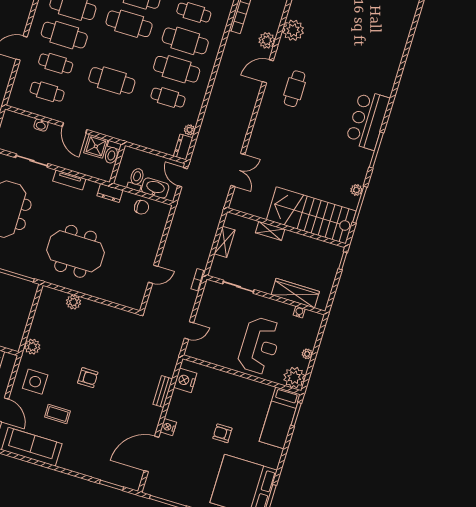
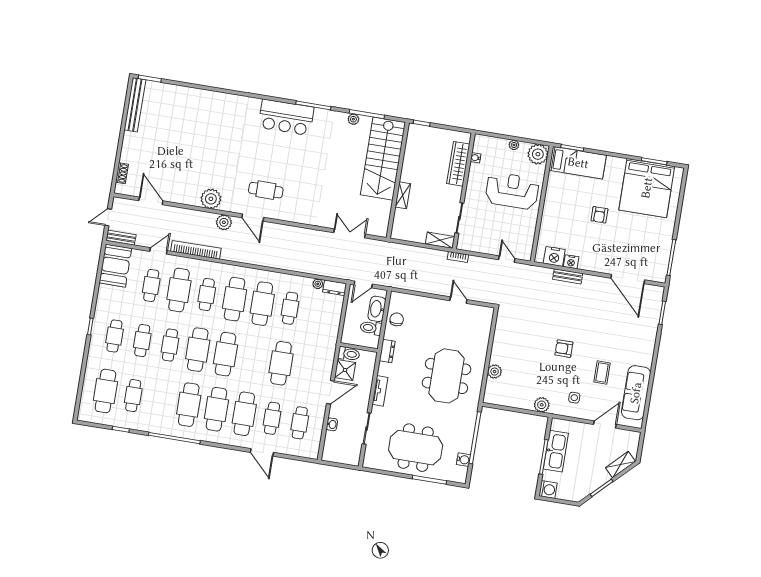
shelving: (225, 242) -> (440, 240), moved
armchair: (88, 378) -> (564, 349), turned -90
side table: (35, 382) -> (574, 398), width x0.54, depth x0.54
nightstand: (168, 427) -> (571, 262), moved

